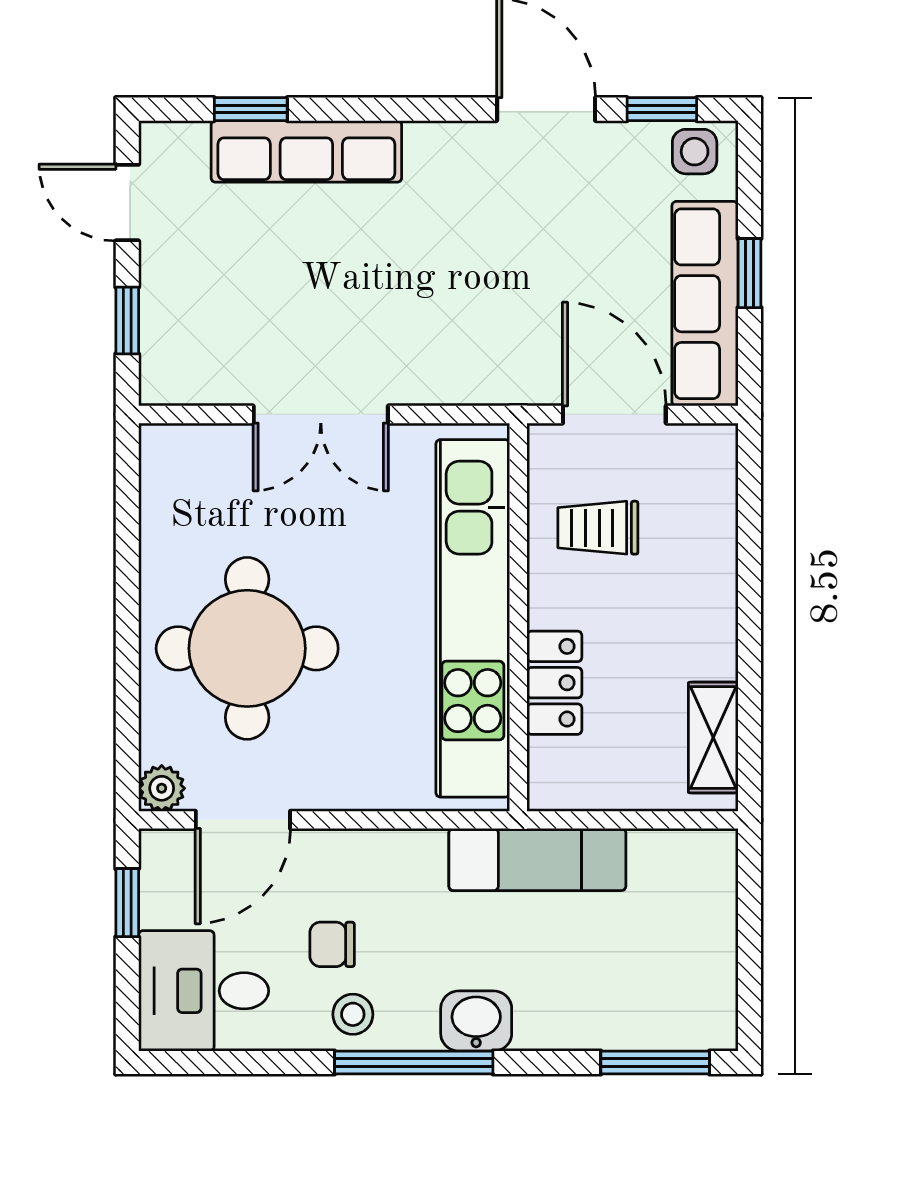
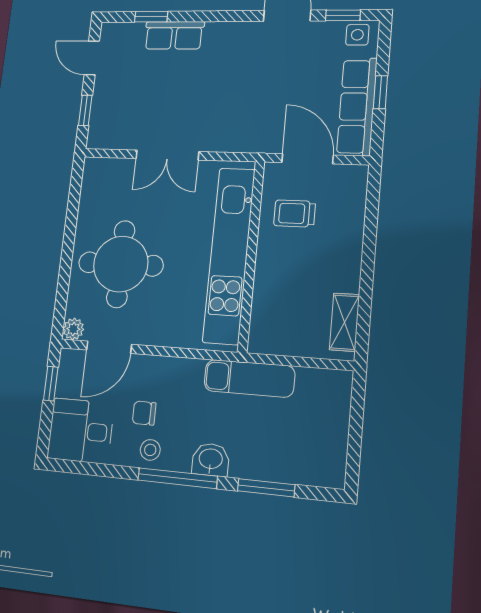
row of seats: (306, 151) -> (174, 35), width x0.68
locker: (554, 683) -> (266, 289), removed
window: (655, 1063) -> (266, 488), moved

